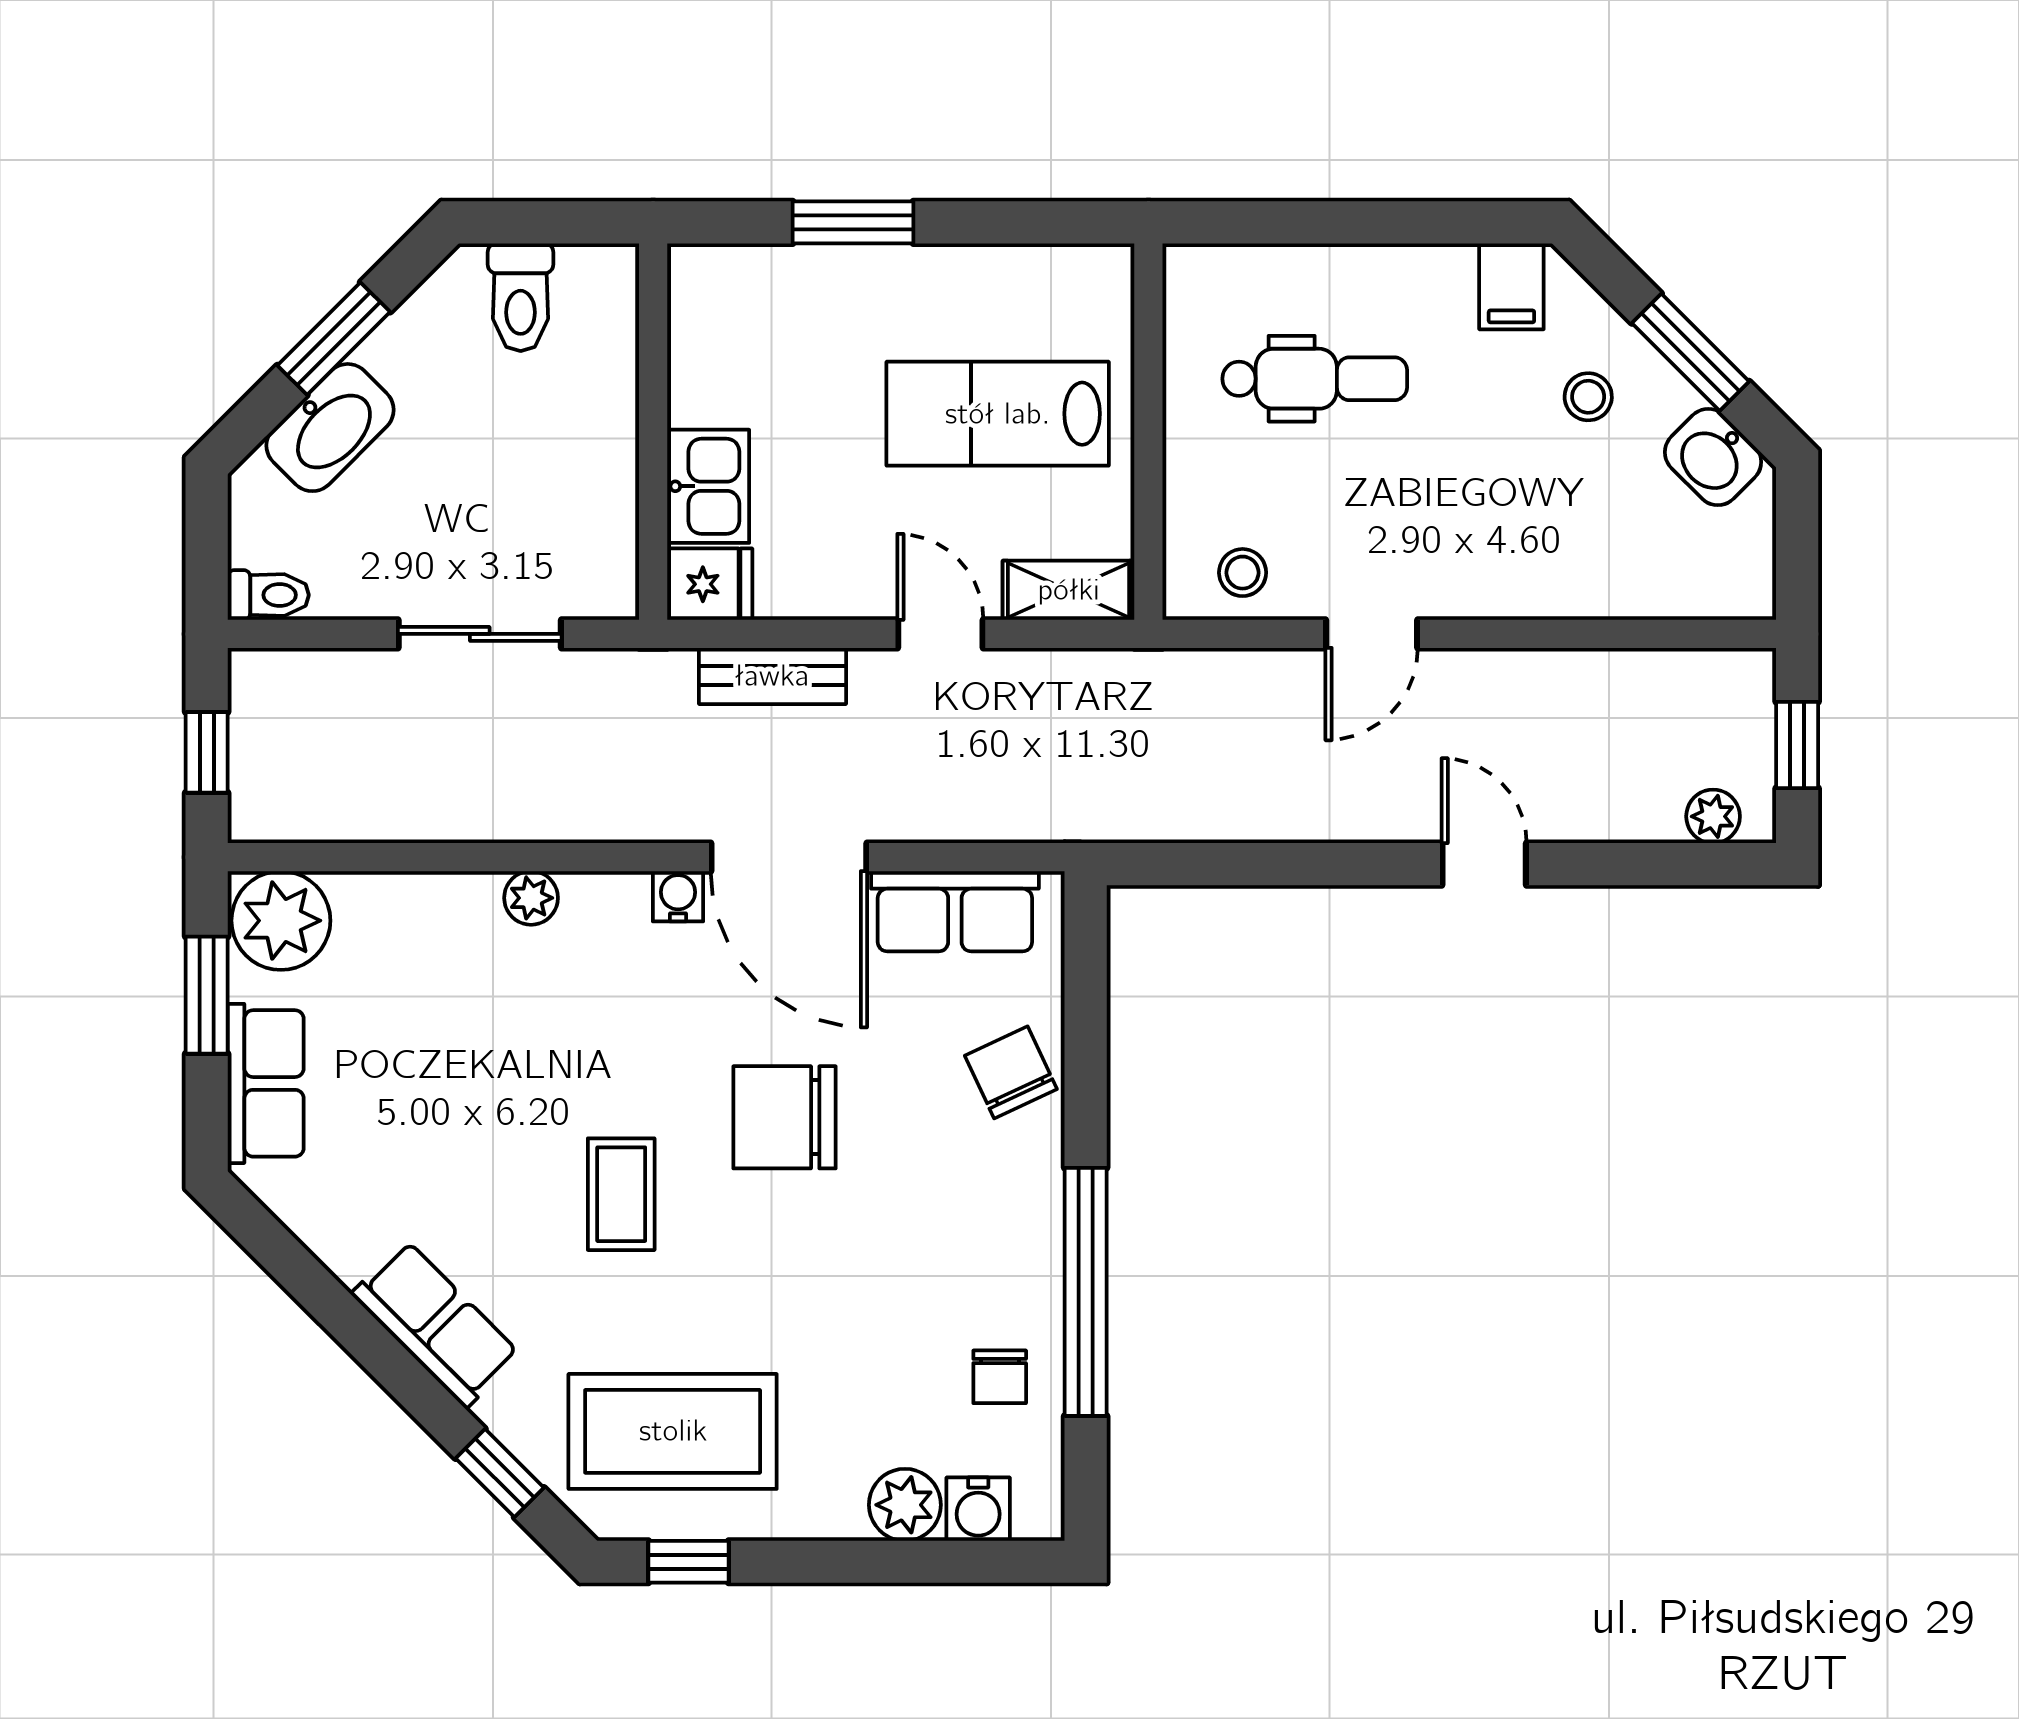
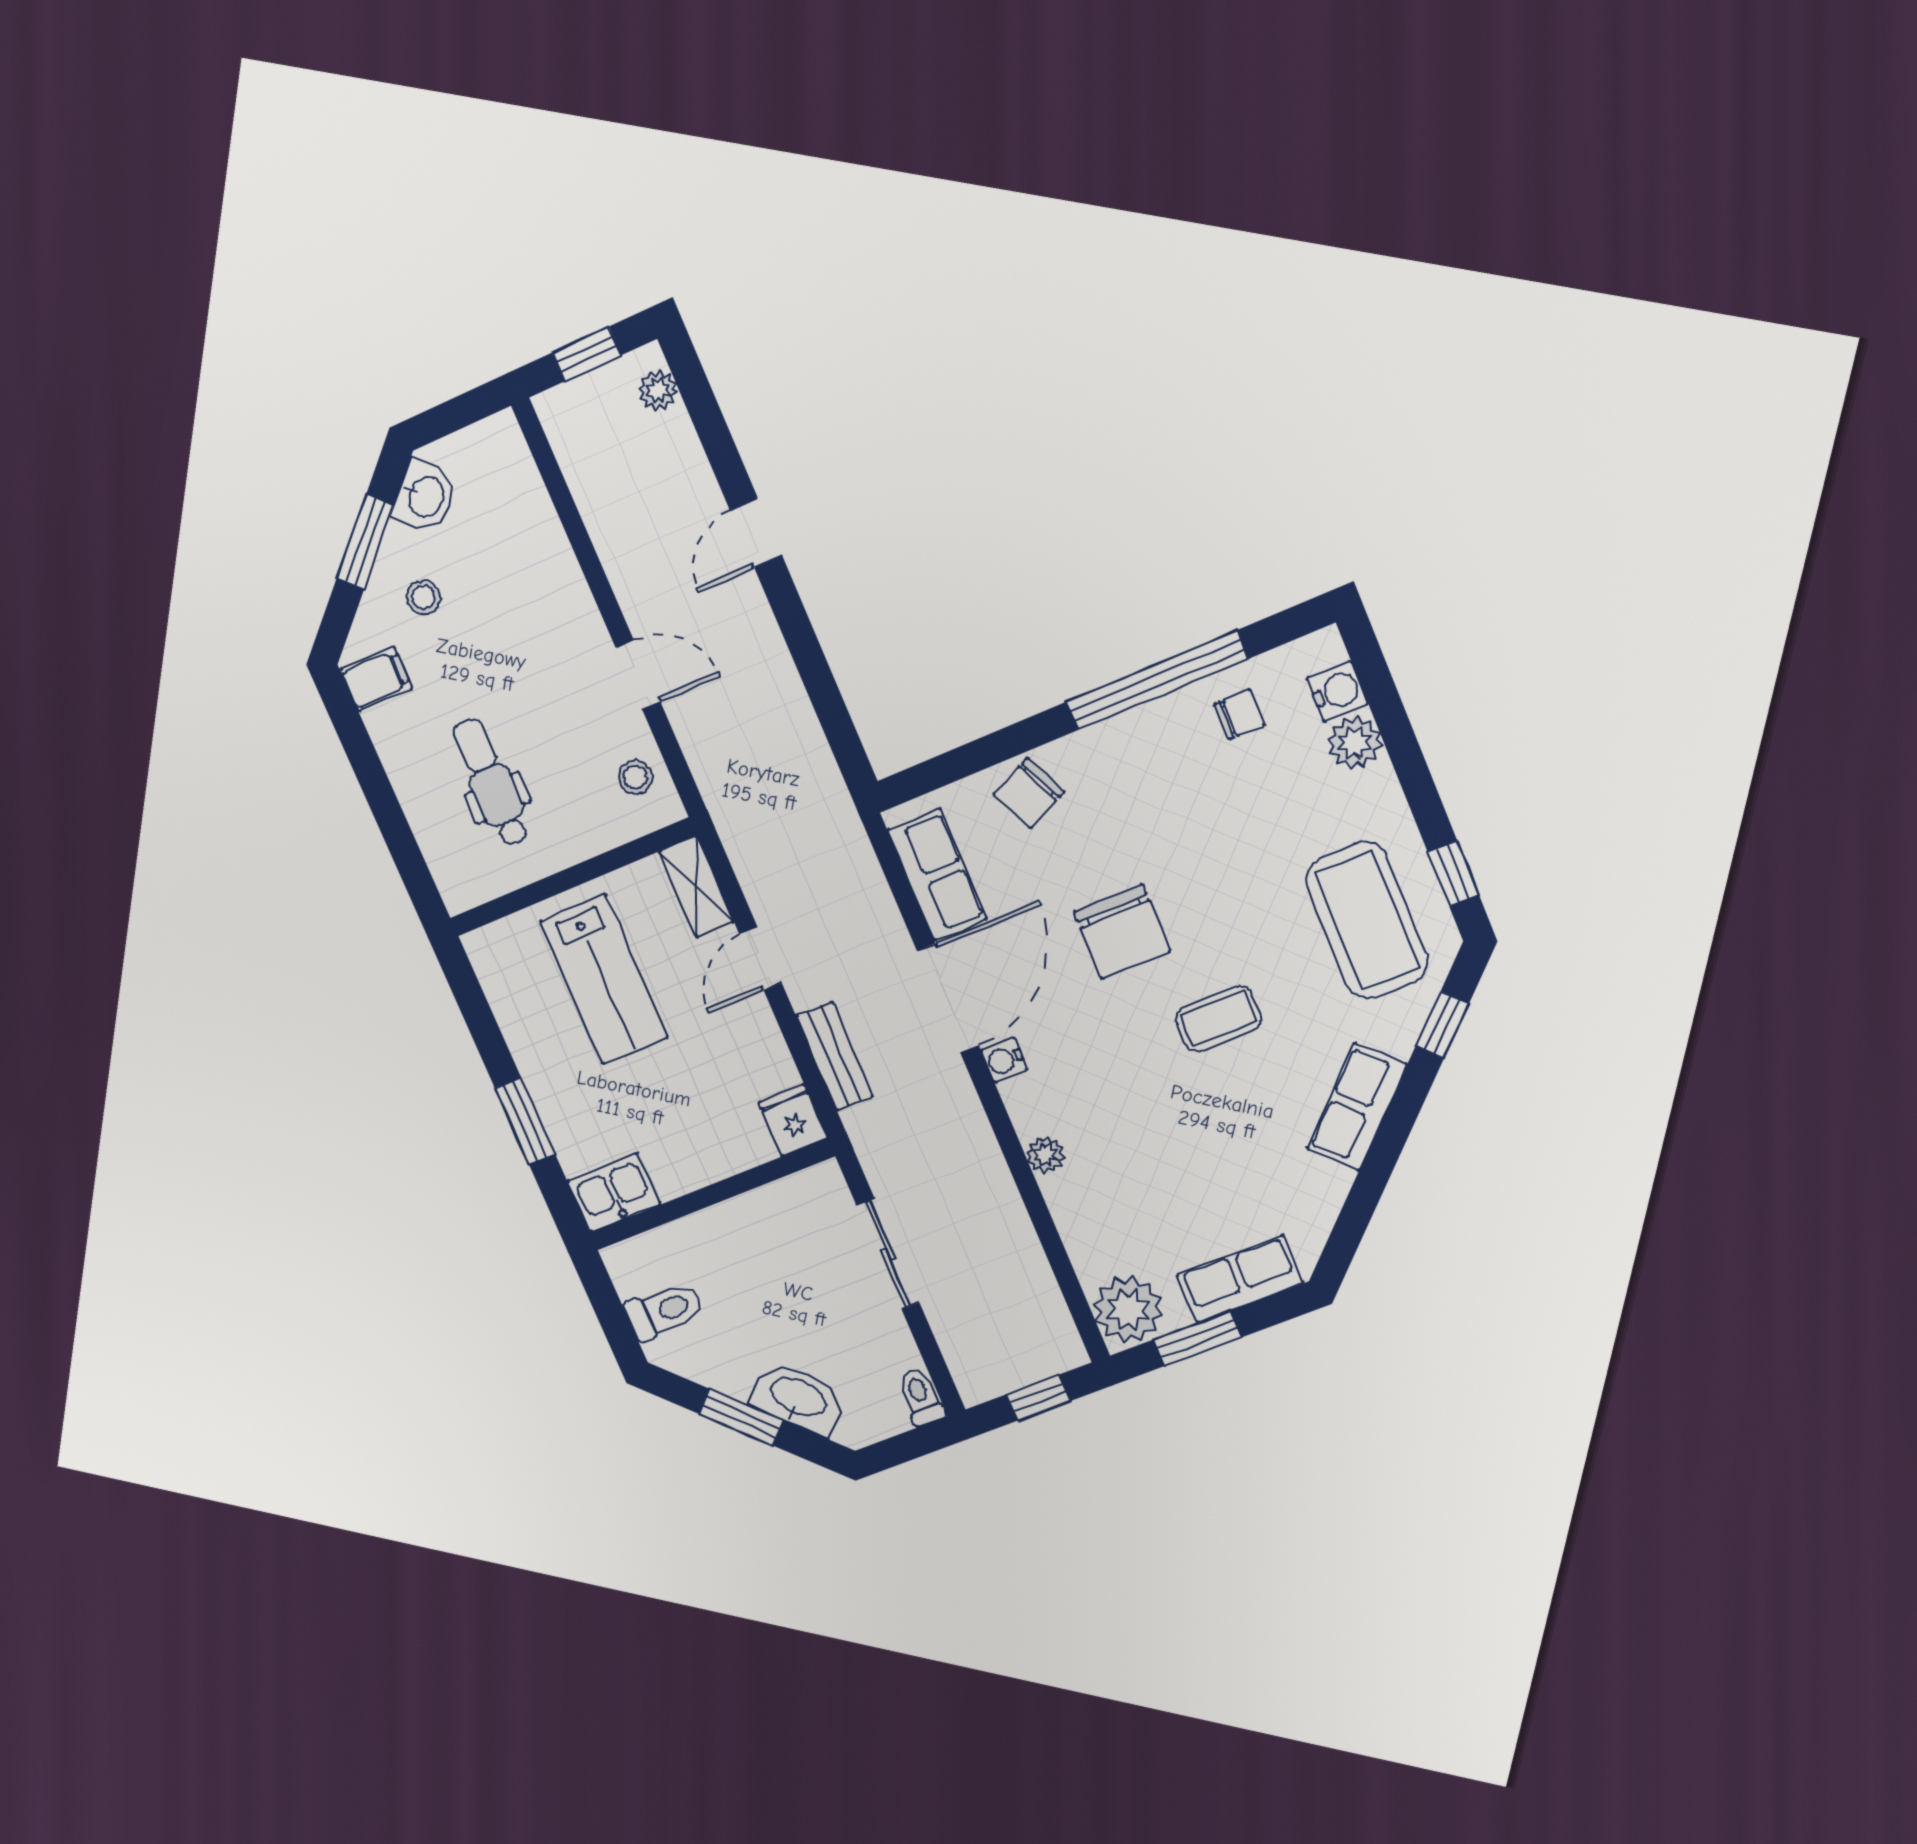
kitchen sink: (708, 486) -> (614, 1193), moved

